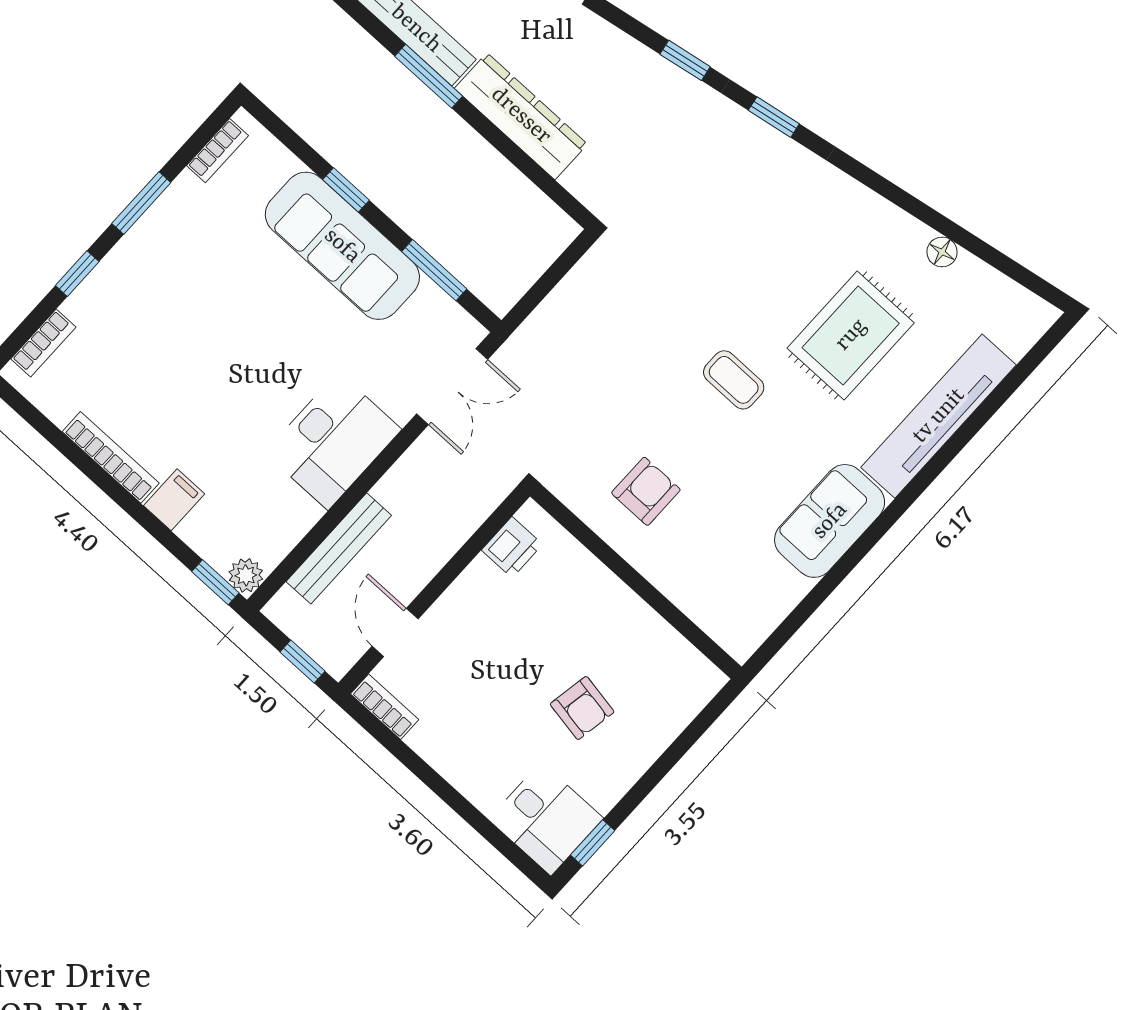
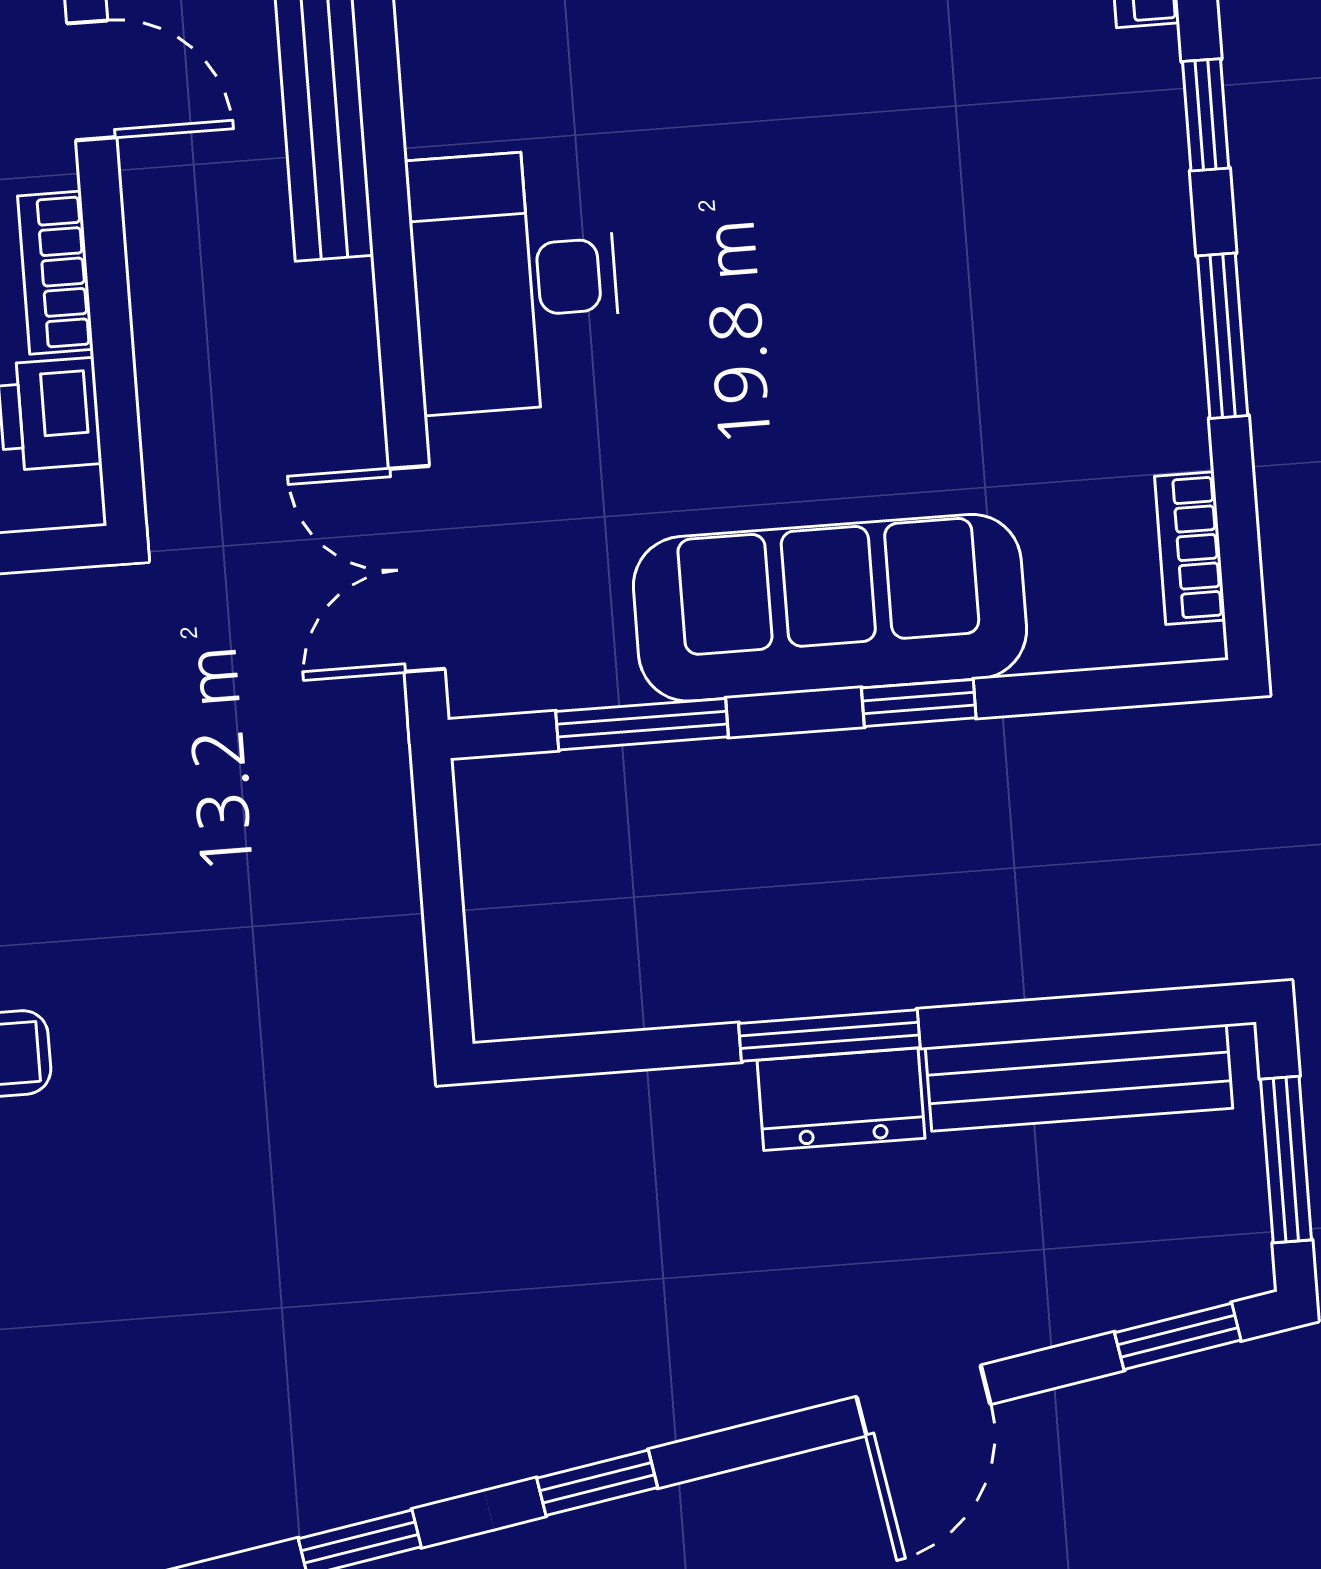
window: (429, 76) -> (829, 1036), moved
dresser: (521, 116) -> (841, 1099), width x0.51, depth x0.80
bookcase: (466, 587) -> (55, 273), added

